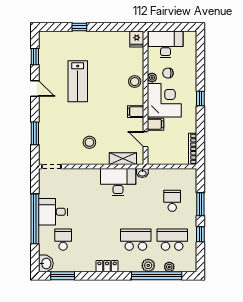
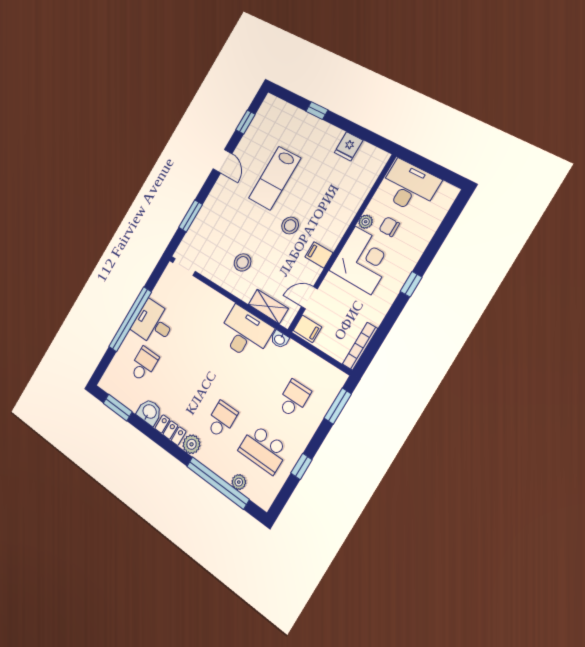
fridge: (137, 39) -> (349, 146), moved
stool: (135, 82) -> (290, 225), moved
filing cabinet: (155, 124) -> (307, 329), moved
door: (145, 139) -> (309, 298), hinge flipped
window: (200, 204) -> (338, 406), moved
school desk: (136, 240) -> (222, 420), width x0.54
school desk: (172, 240) -> (263, 449), turned 180
washbasin: (46, 263) -> (149, 412), moved, turned -90
plant: (148, 265) -> (192, 444), moved

